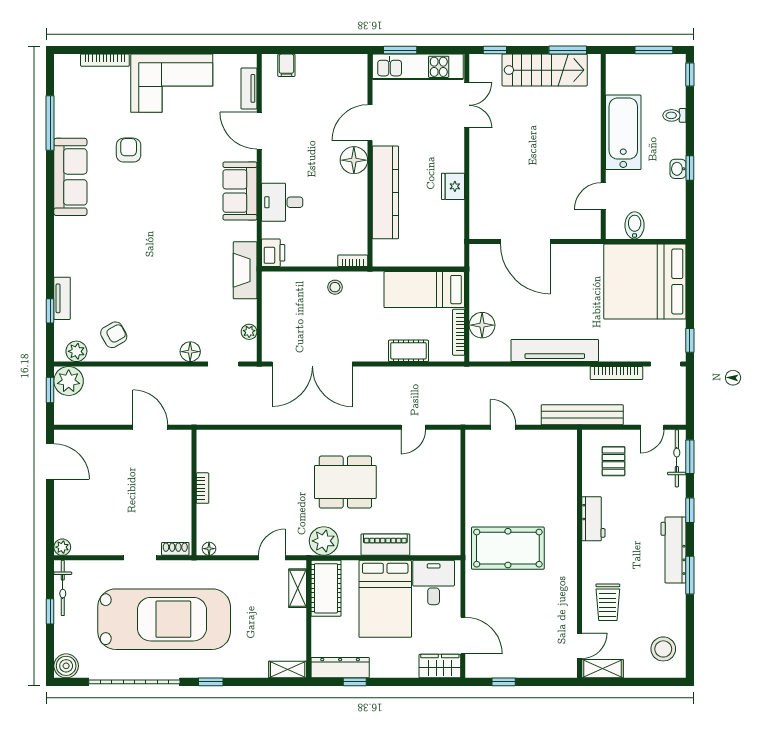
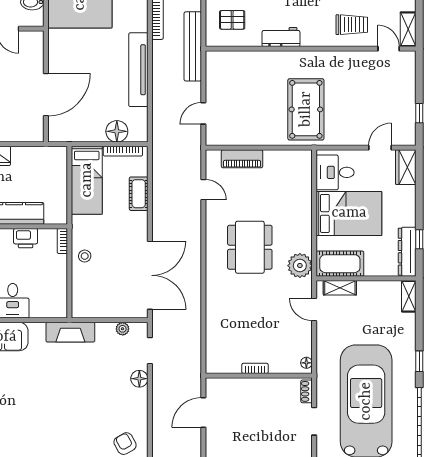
printer: (273, 253) -> (26, 238), moved, turned 180
piano: (385, 545) -> (242, 159), moved, turned -90
door: (463, 636) -> (380, 148), width x0.73

